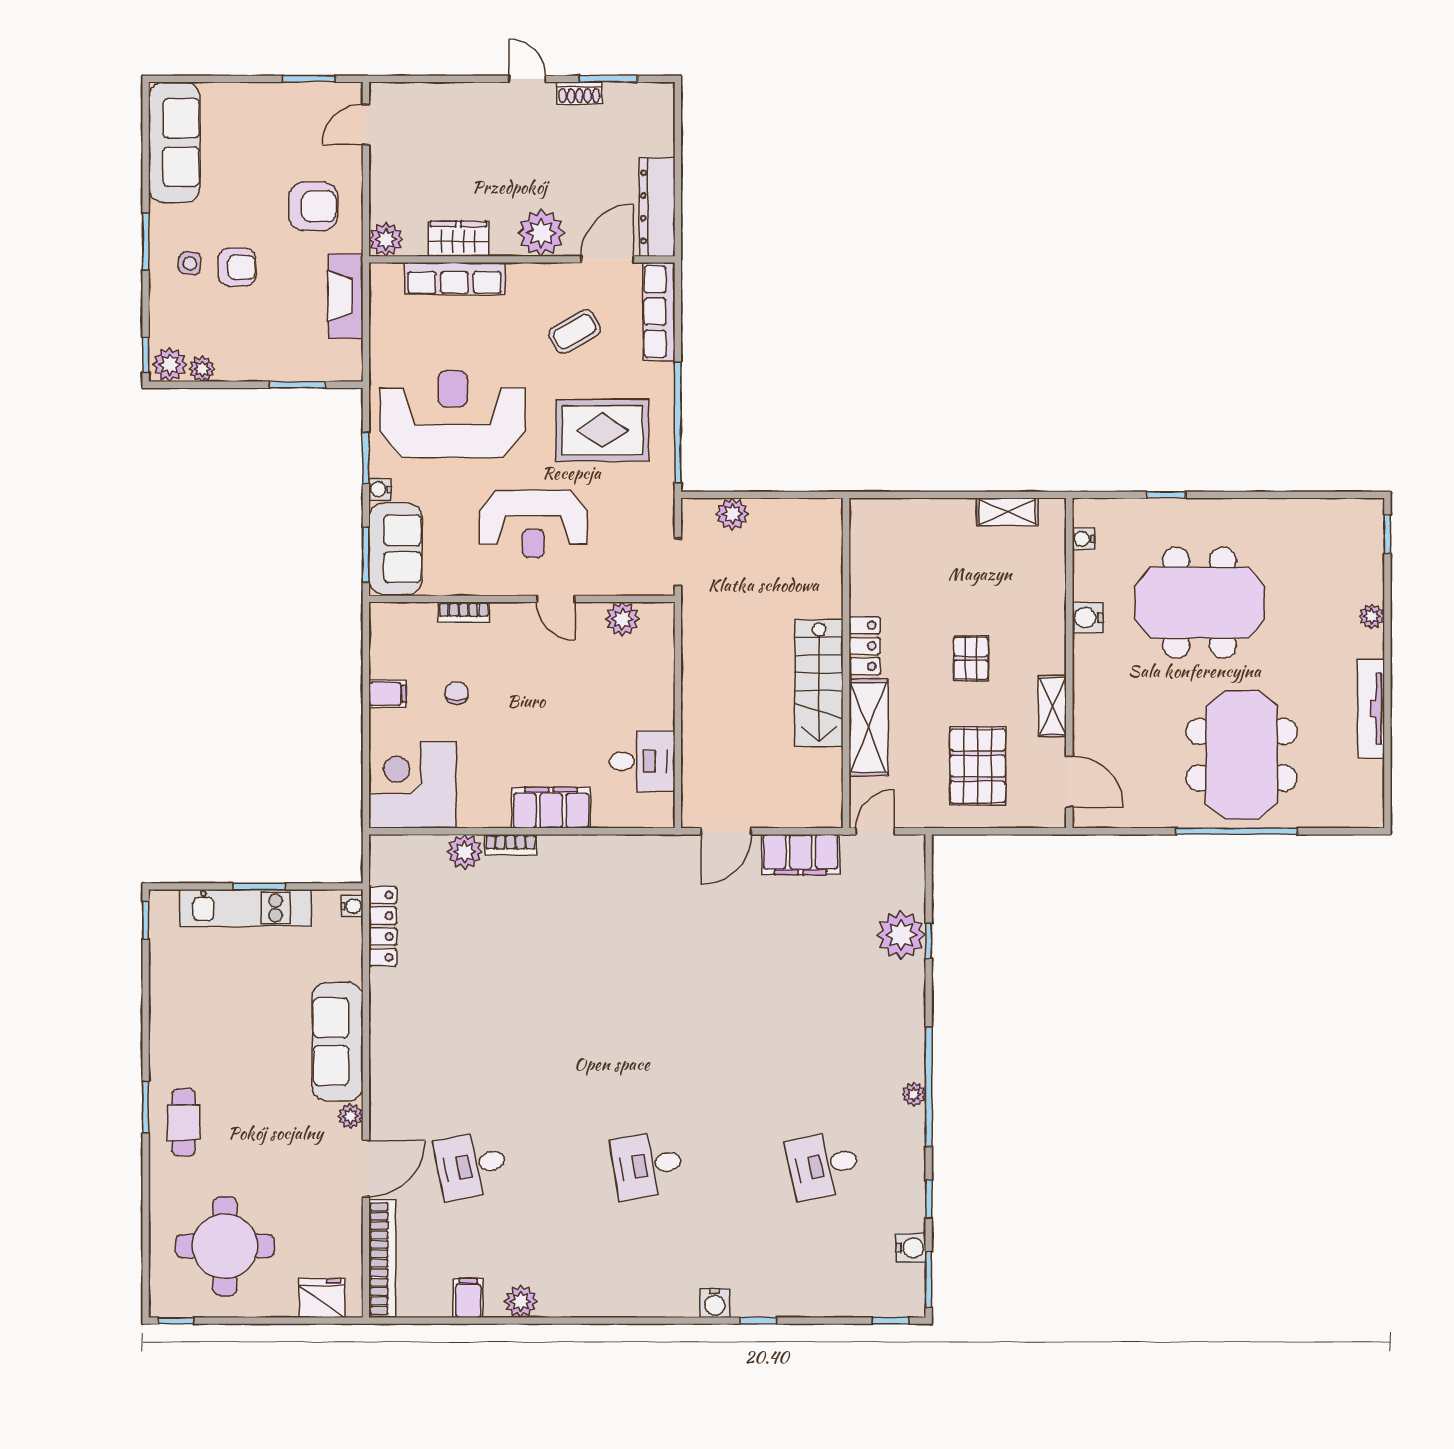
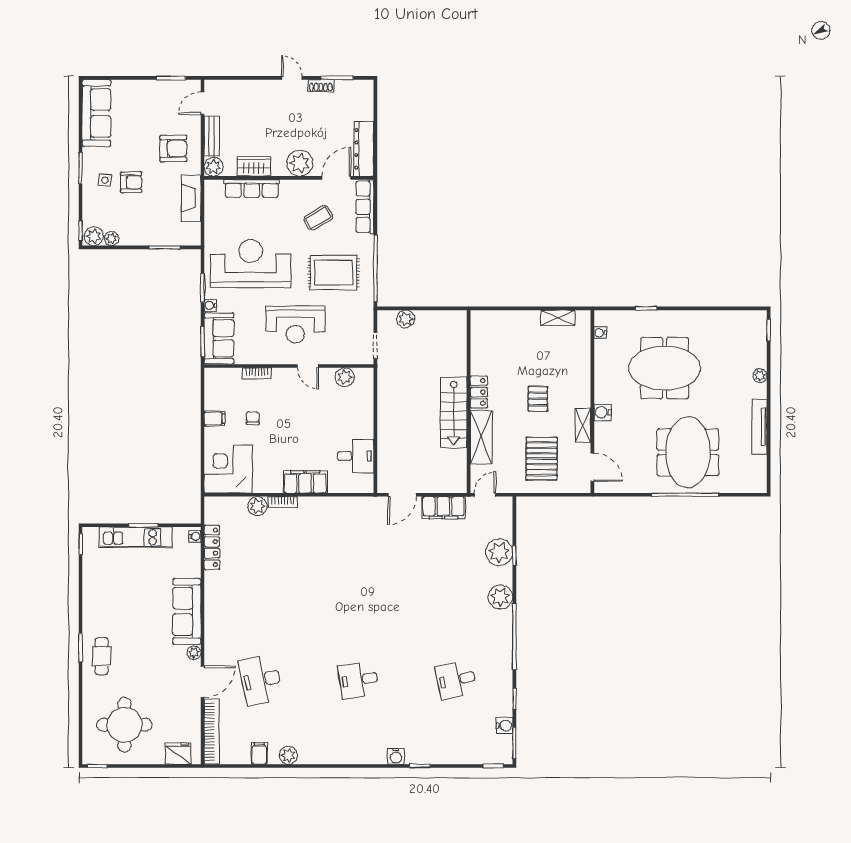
bench: (383, 184) -> (212, 136), added
water cooler: (1088, 618) -> (602, 412), moved
plant: (914, 1094) -> (500, 597), moved, width x1.87, depth x1.87
desk: (471, 1165) -> (261, 680), width x1.37

